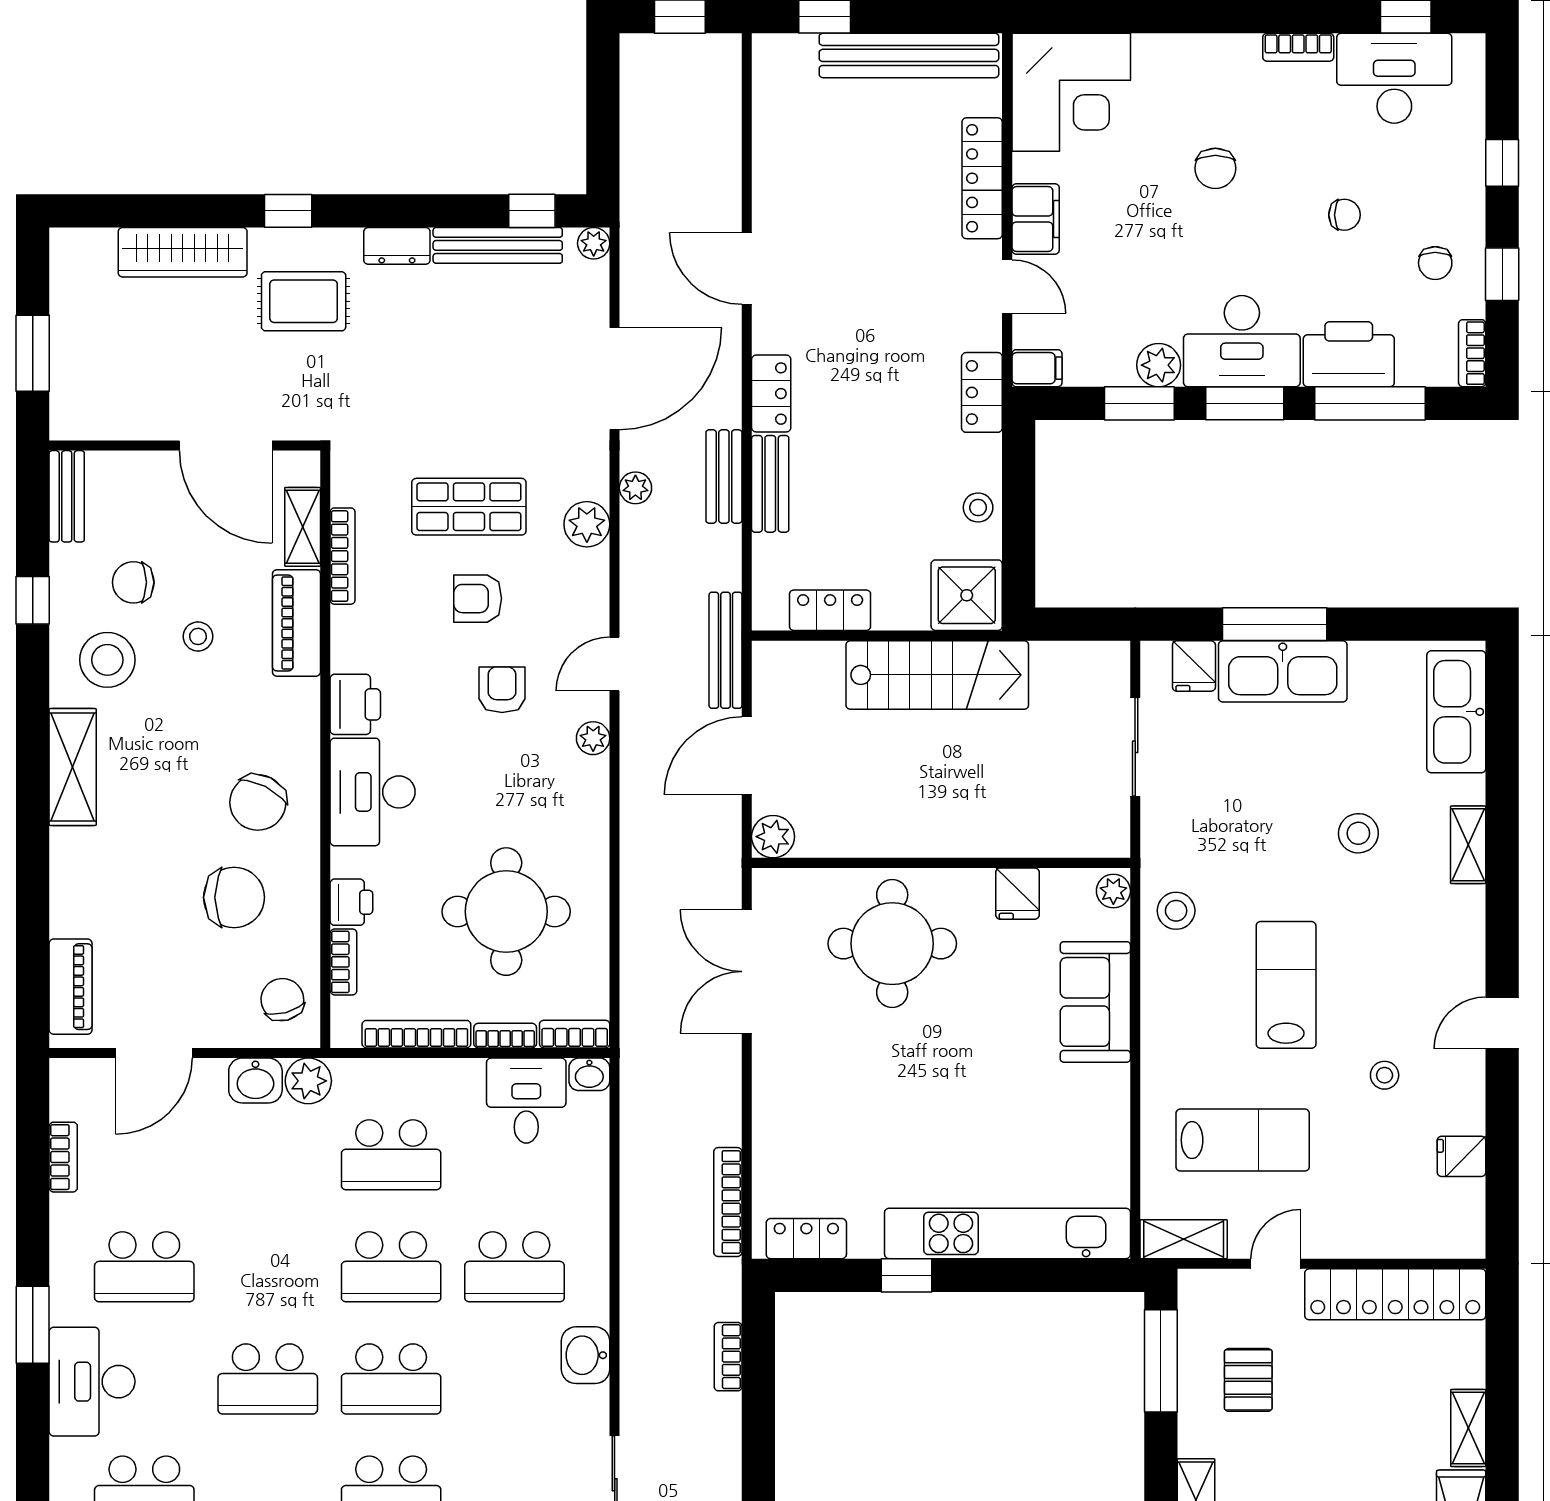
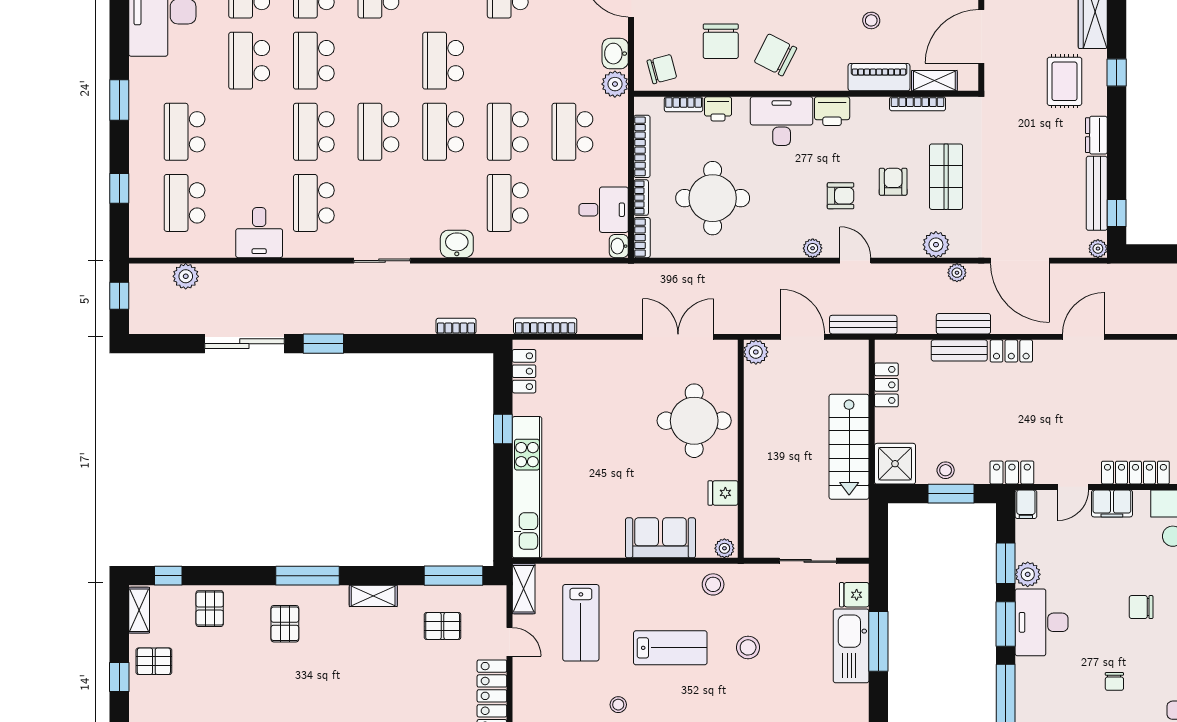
printer: (1349, 354) -> (1034, 684), removed
window: (1019, 498) -> (951, 494), added
stool: (1358, 833) -> (748, 647), moved

